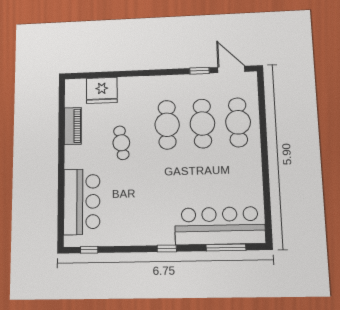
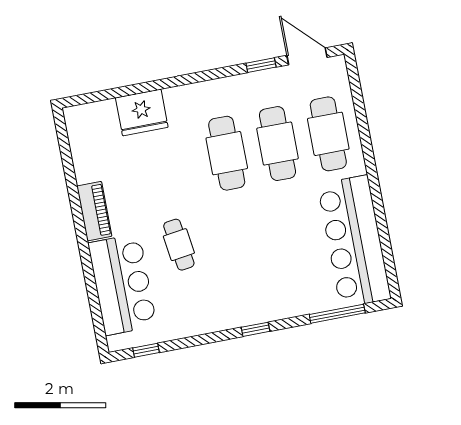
fridge: (102, 90) -> (142, 112), moved
piano: (73, 126) -> (94, 211), moved
cafe table: (121, 143) -> (179, 245), moved
bar counter: (220, 226) -> (354, 241), moved, turned -90

